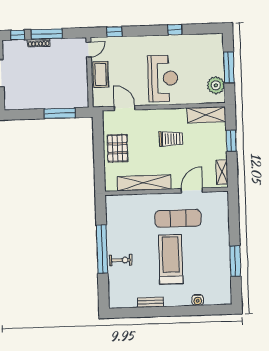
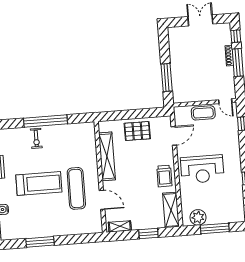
trolley: (171, 139) -> (164, 176), moved

